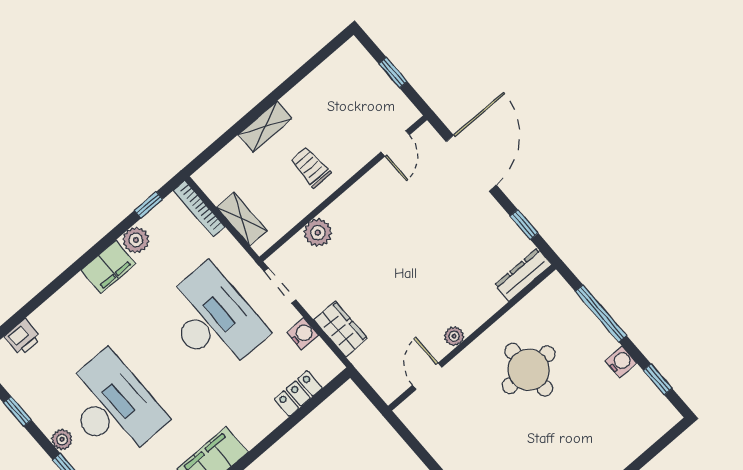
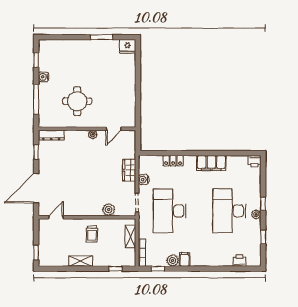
window: (393, 73) -> (36, 252), moved
shelving: (265, 127) -> (81, 261), moved
window: (220, 143) -> (116, 269), added
filing cabinet: (108, 267) -> (185, 259), width x0.50
locker: (298, 394) -> (173, 161), moved

